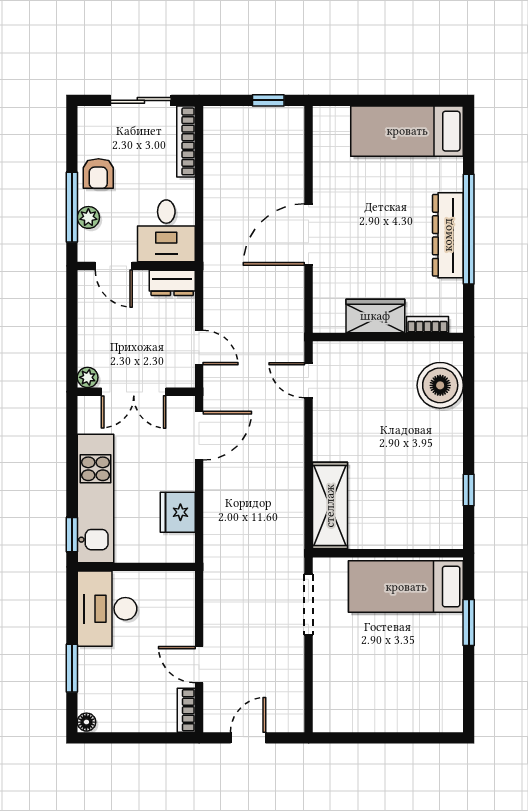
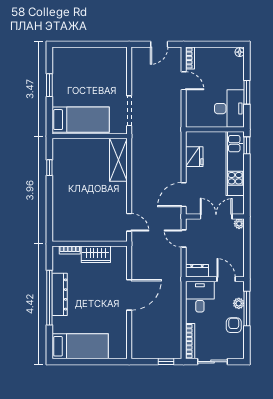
window: (268, 100) -> (166, 362), moved
boiler: (440, 385) -> (64, 220), removed
window: (469, 623) -> (49, 85), moved
window: (72, 668) -> (247, 92), moved

